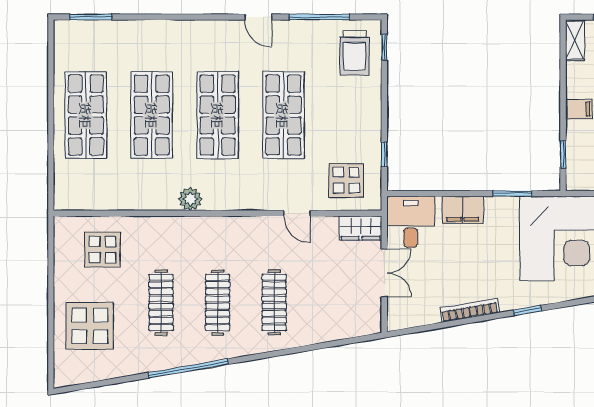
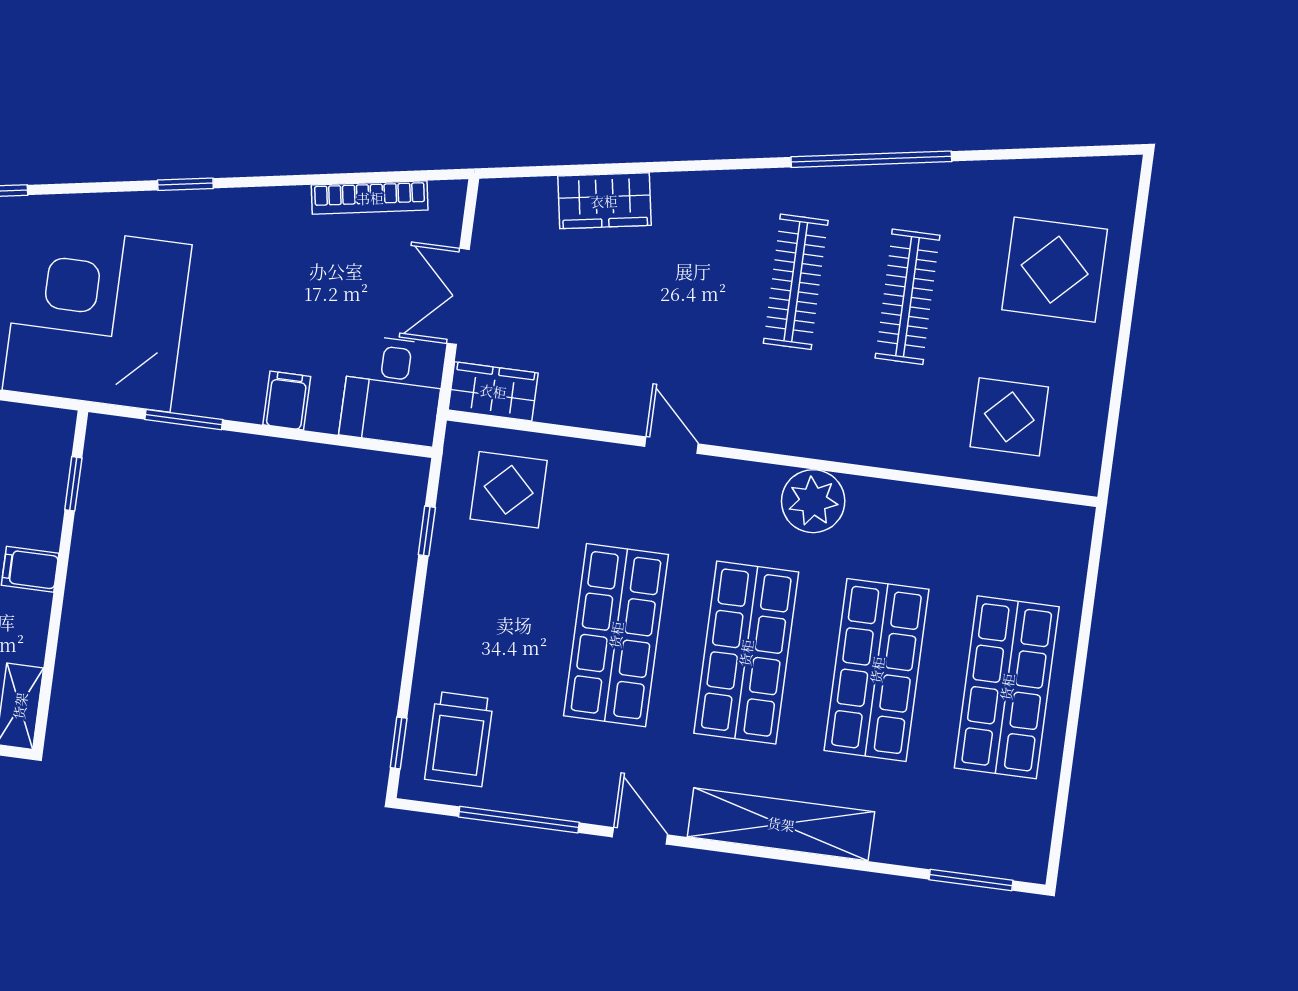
shelving: (189, 32) -> (781, 824), added
trolley: (355, 53) -> (459, 739), turned 180
plant: (190, 199) -> (813, 501), width x1.36, depth x1.36
filing cabinet: (463, 210) -> (287, 401), width x0.50
door: (297, 213) -> (671, 445), moved
clothes rail: (274, 303) -> (684, 267), removed
bookcase: (470, 310) -> (370, 198), moved
wardrobe: (318, 330) -> (604, 201), added

